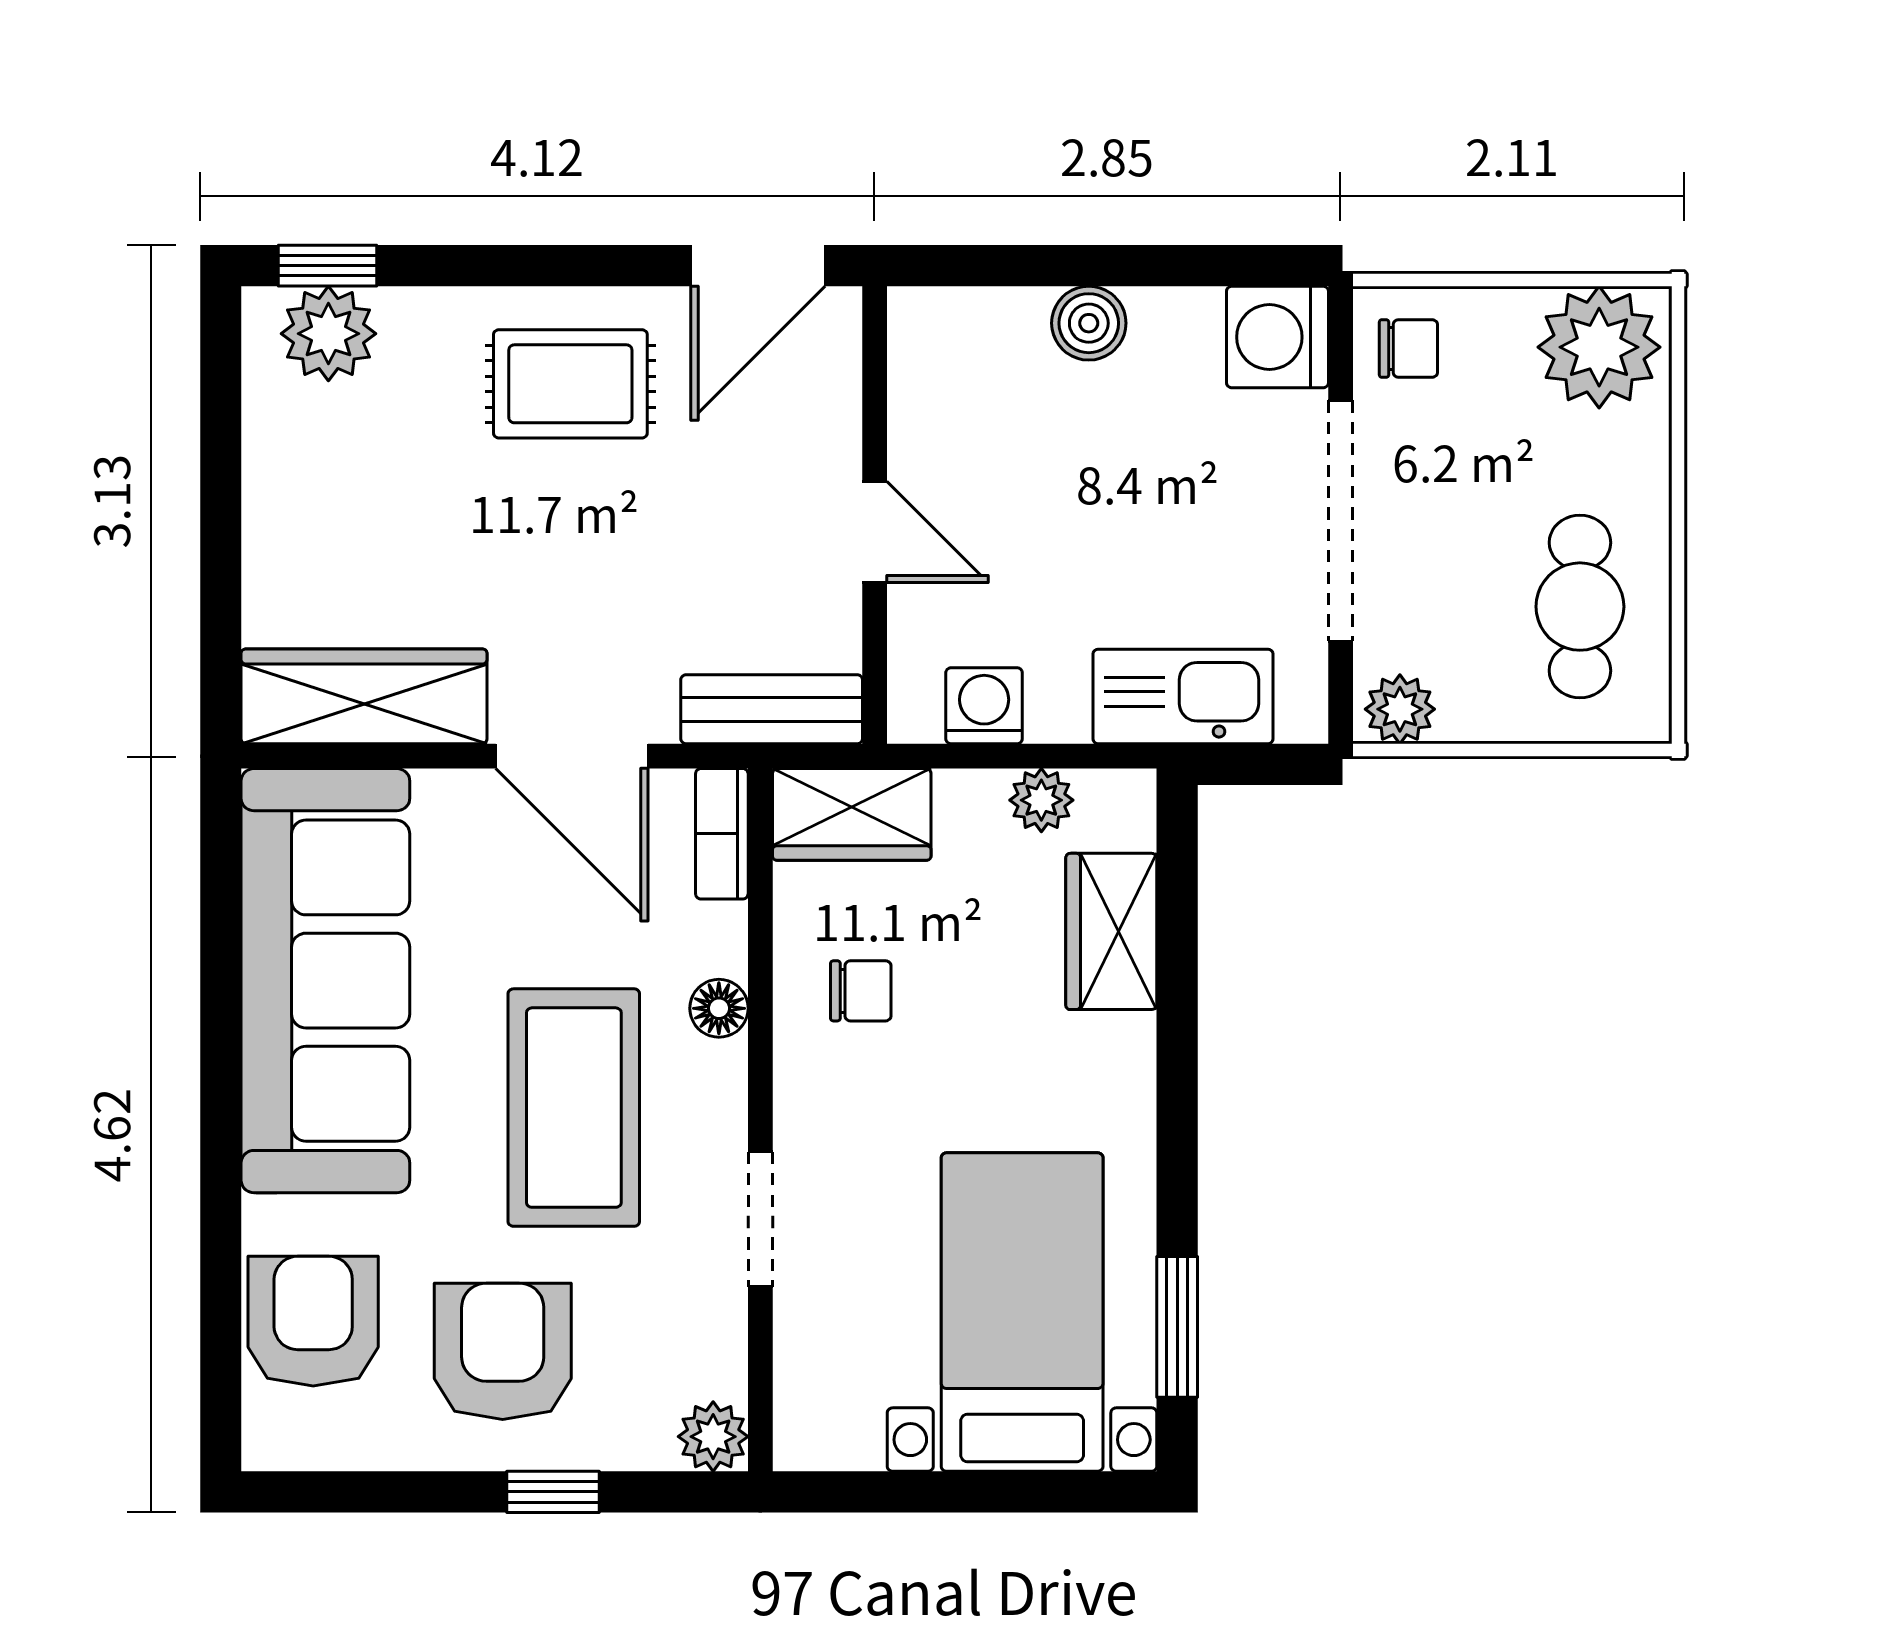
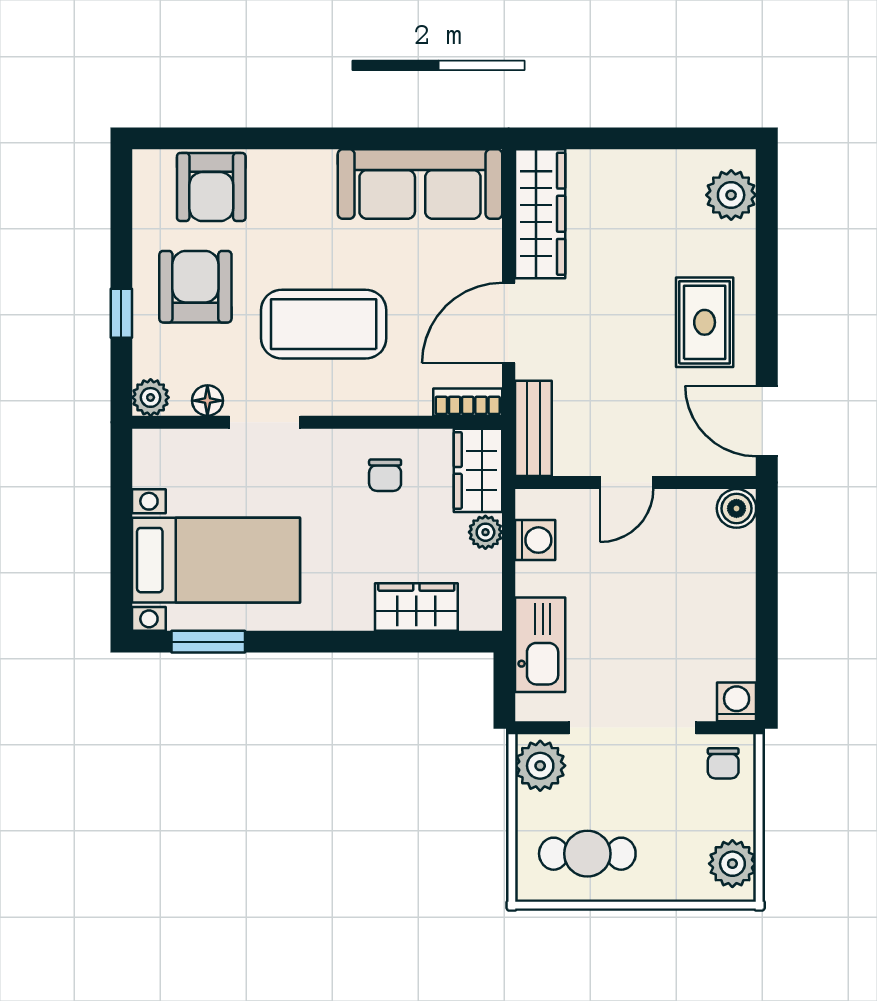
window: (327, 266) -> (767, 194), removed
boiler: (1089, 323) -> (736, 508), moved
washing machine: (1278, 337) -> (737, 702), width x0.73, depth x0.73
plant: (1599, 347) -> (732, 864), width x0.73, depth x0.73
plant: (1400, 709) -> (540, 766), width x1.38, depth x1.38
plant: (1041, 800) -> (485, 532), moved
sofa: (325, 981) -> (420, 184), width x0.74, depth x0.79
floor lamp: (719, 1008) -> (207, 401), moved
armchair: (313, 1321) -> (211, 187), turned 90
armchair: (503, 1351) -> (195, 287), turned -90

